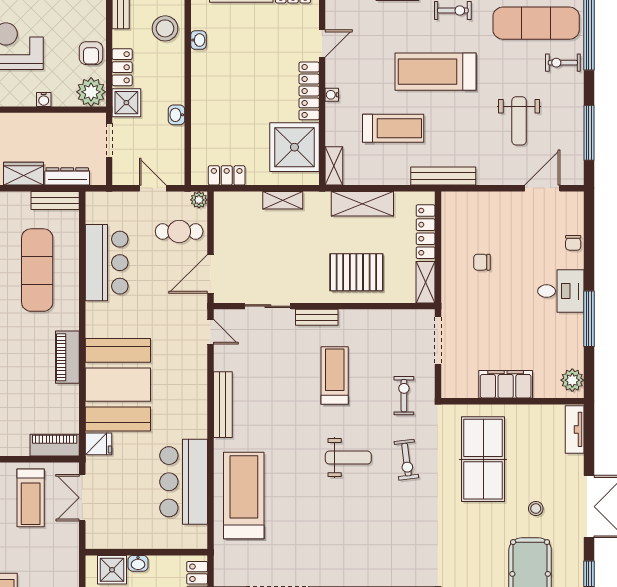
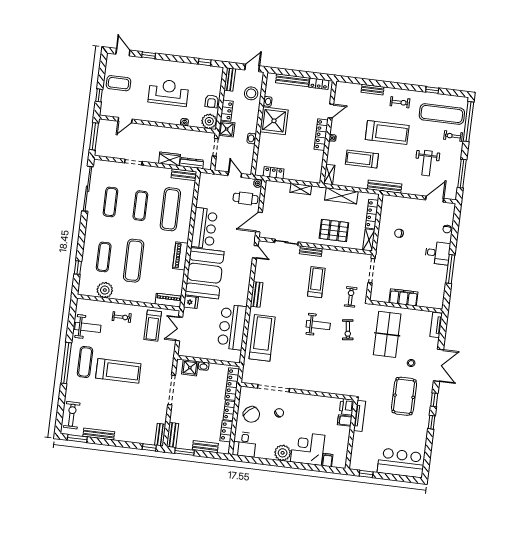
treadmill: (436, 72) -> (387, 133), turned 180
treadmill: (393, 128) -> (362, 159), turned 180
shower: (294, 147) -> (274, 121), moved
bar counter: (107, 263) -> (204, 228), moved
plant: (572, 380) -> (438, 299), removed
bench: (223, 405) -> (257, 294), width x0.73

